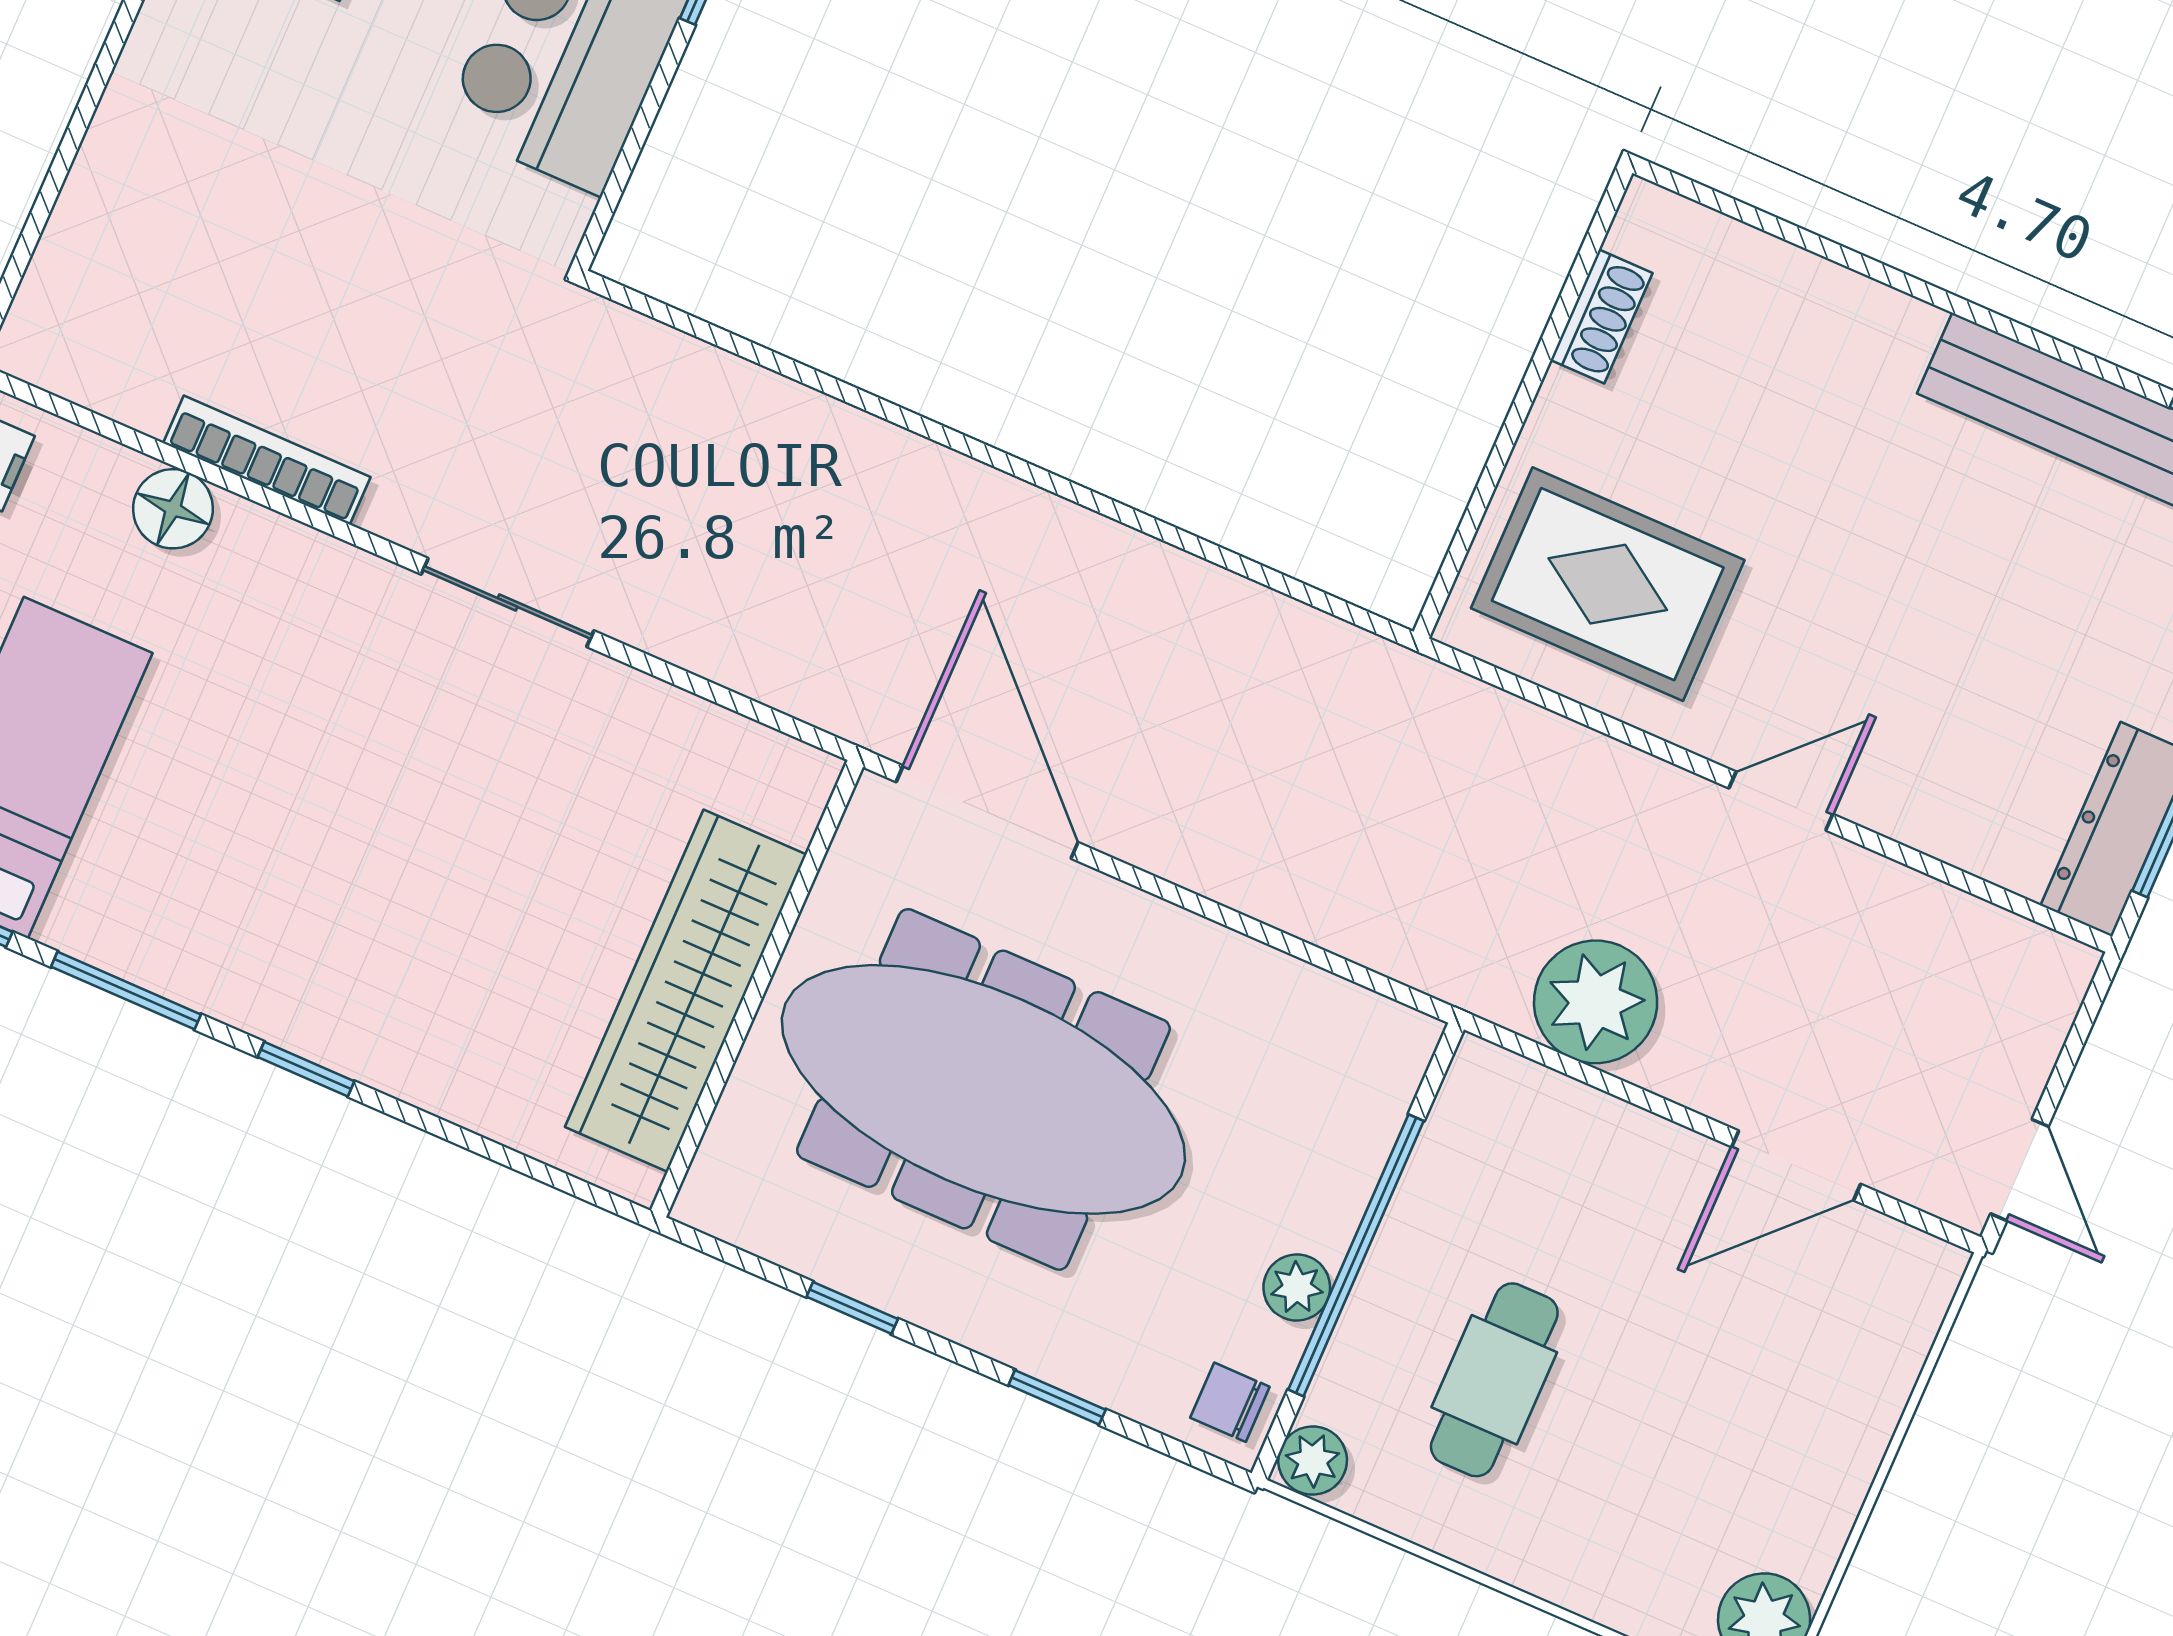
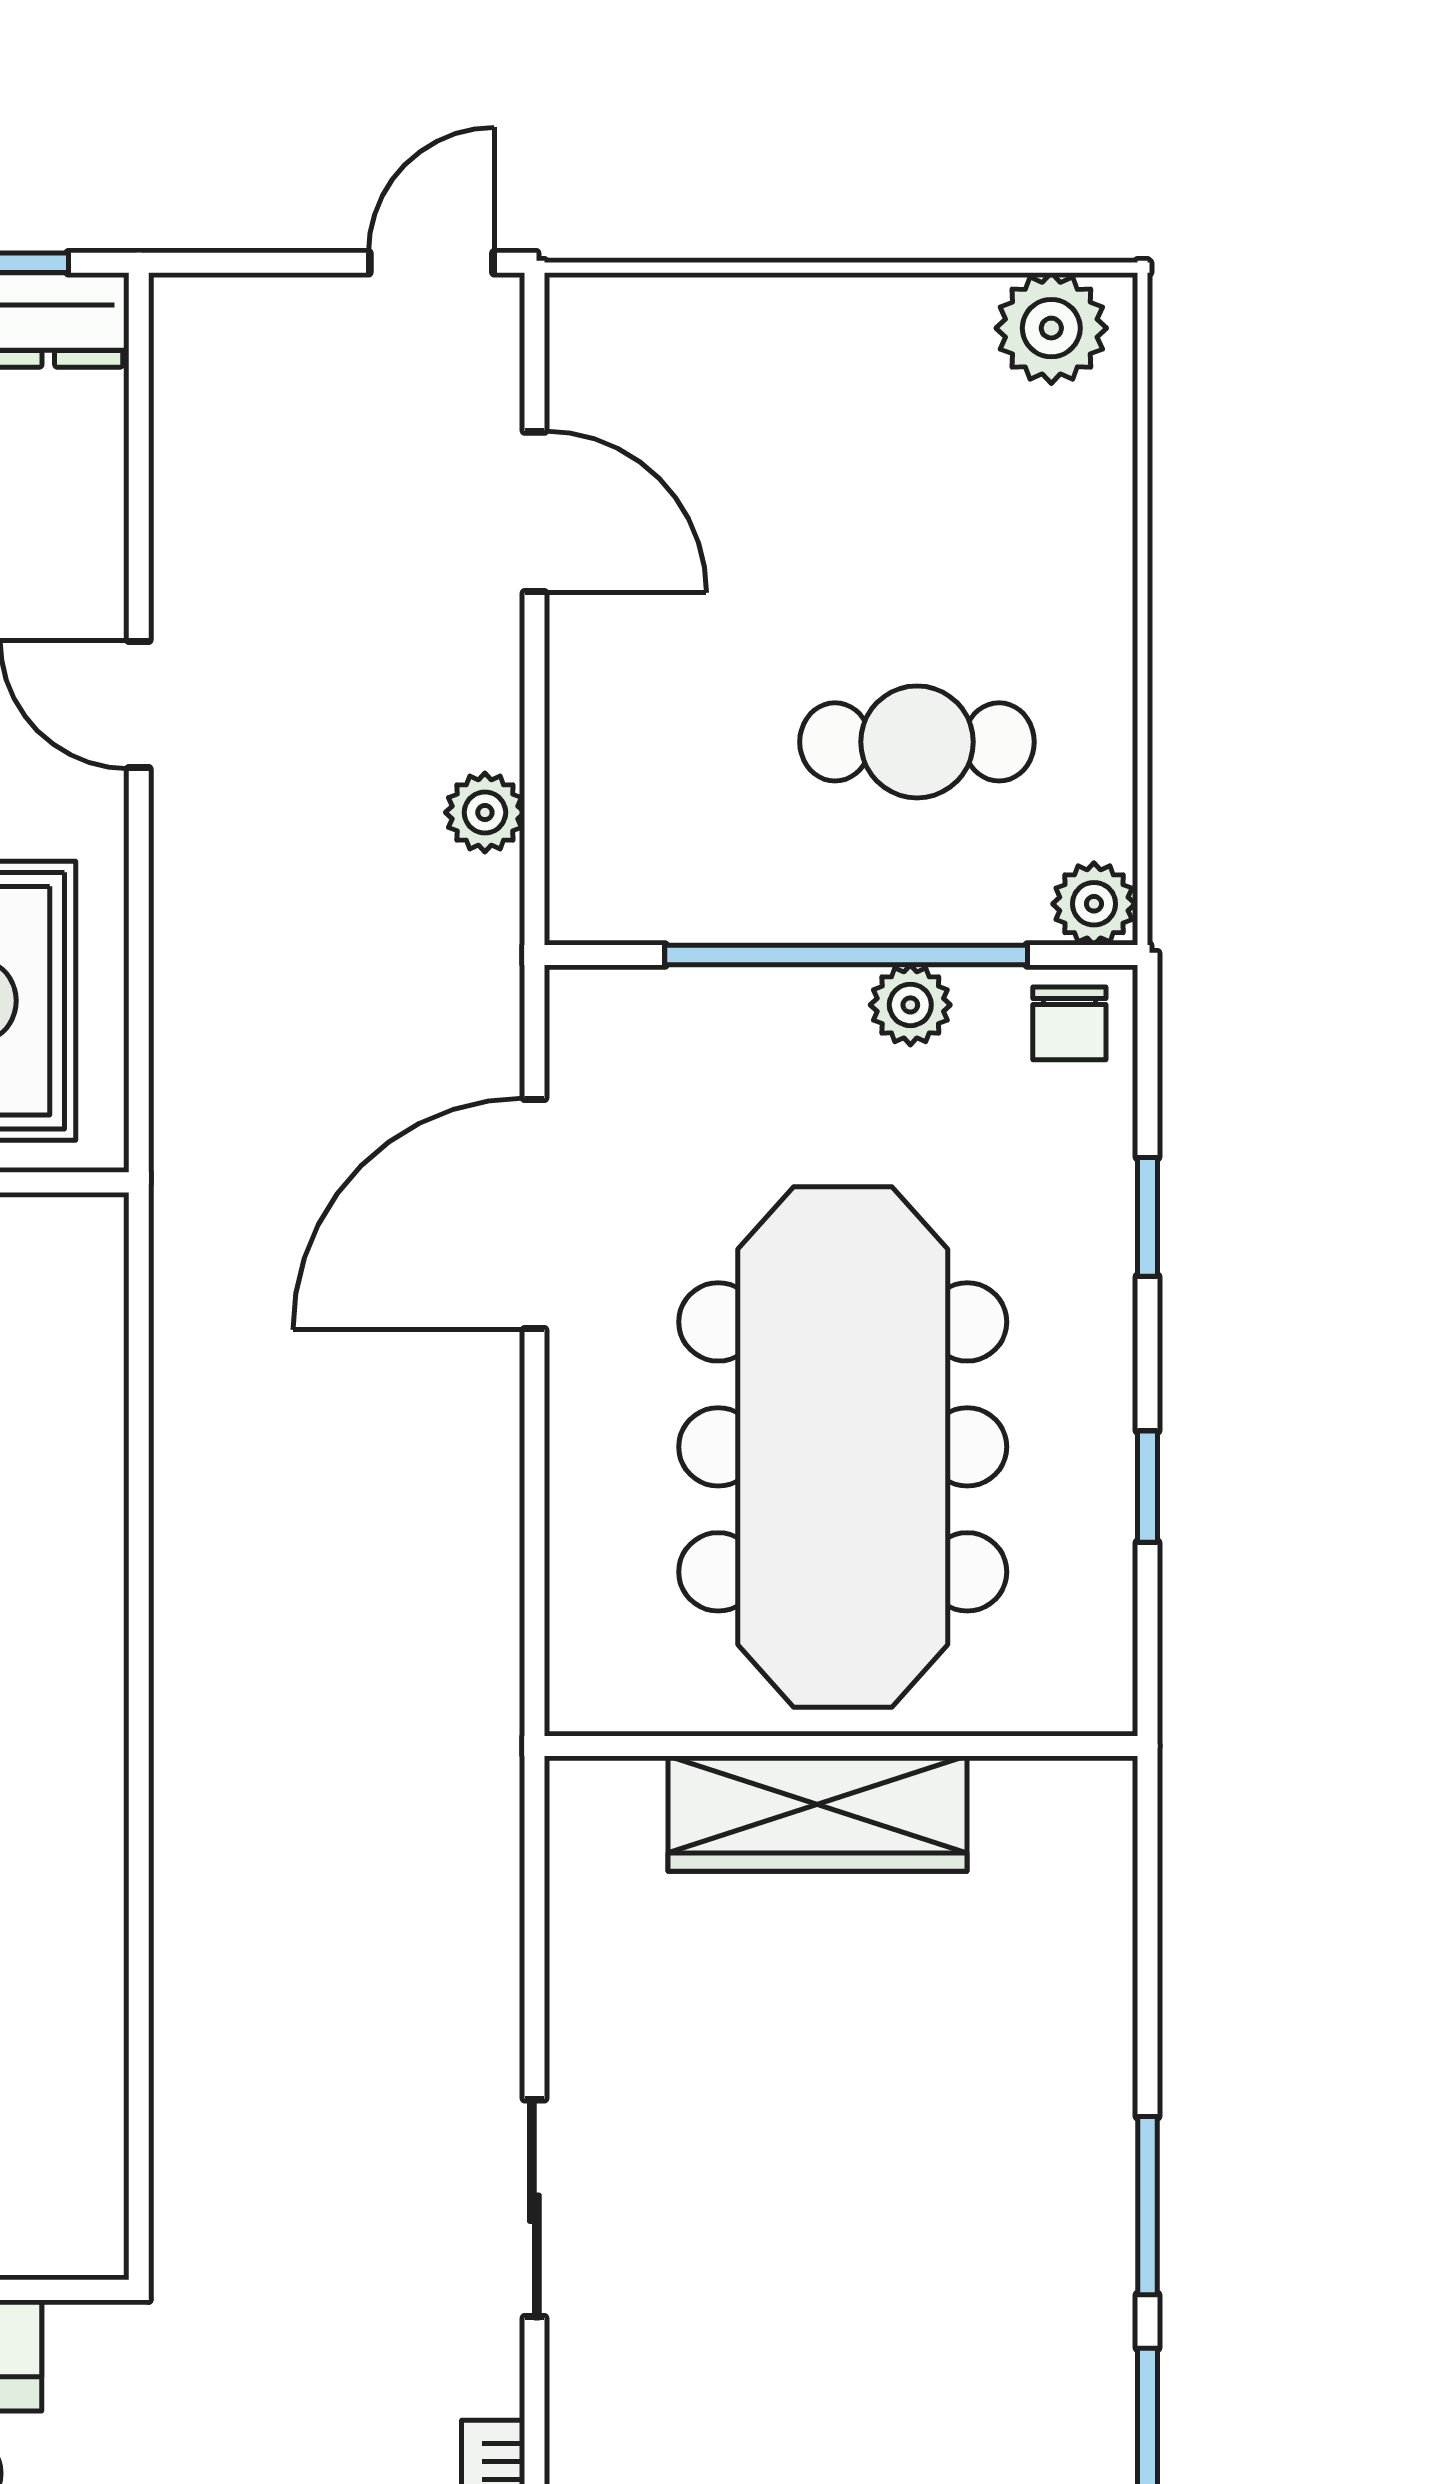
door: (987, 812) -> (534, 1214), moved
wardrobe: (686, 991) -> (818, 1814), width x0.71, depth x0.85
plant: (1596, 1002) -> (485, 812), width x0.53, depth x0.53
window: (306, 1069) -> (1147, 2206), width x1.50

